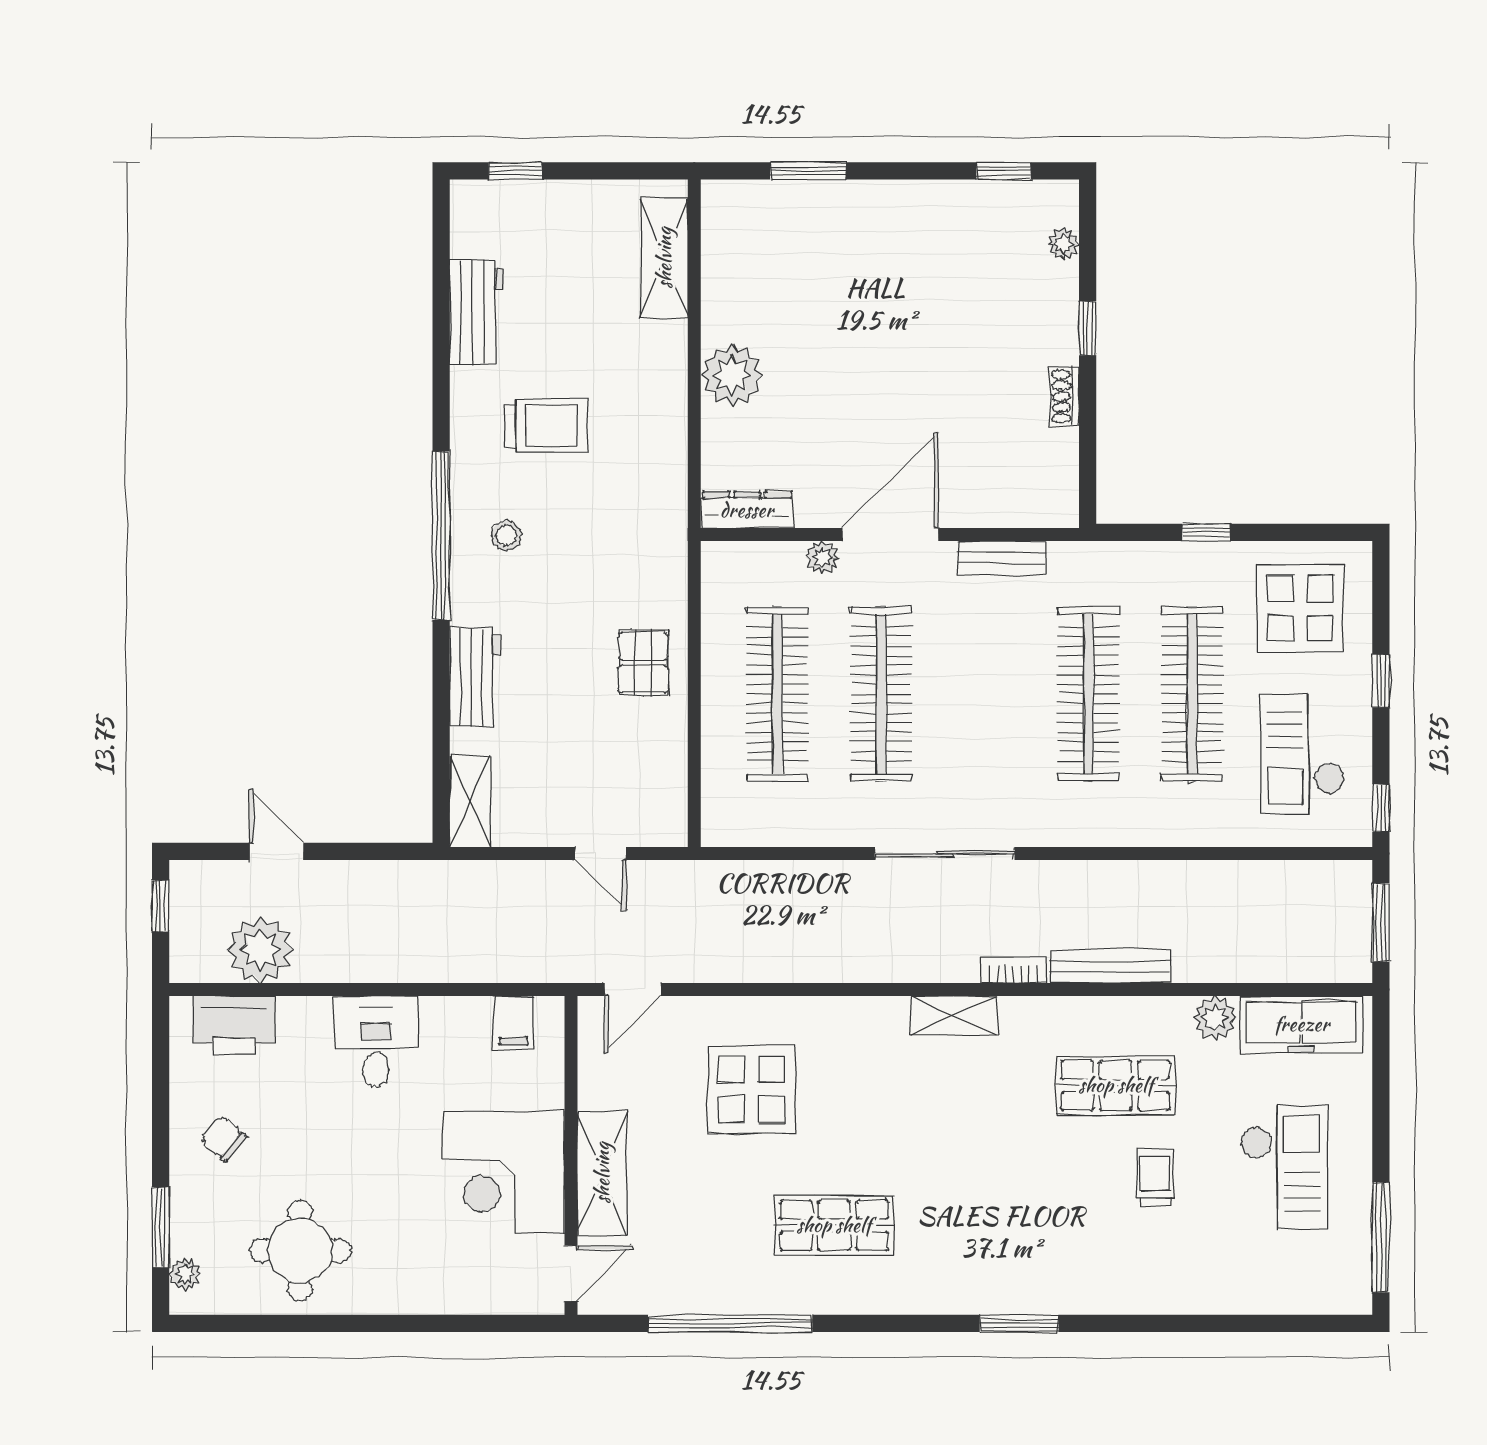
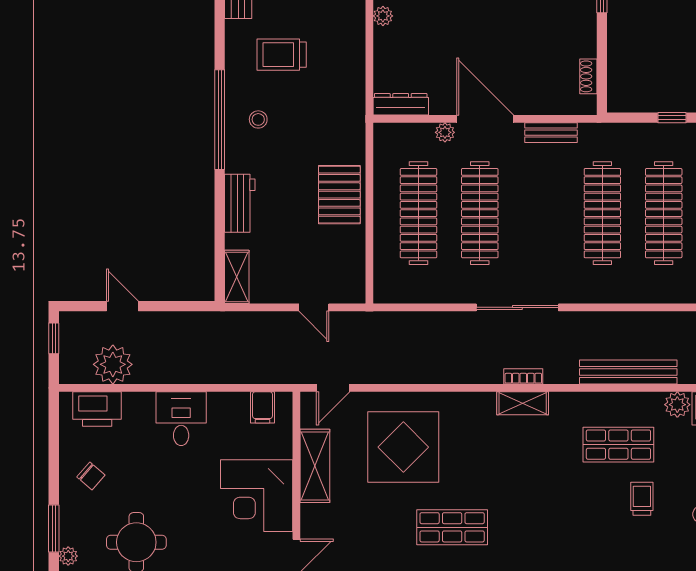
plant: (732, 375) -> (383, 16), width x0.53, depth x0.53
shoe rack: (1065, 396) -> (588, 76), moved
trolley: (546, 426) -> (282, 55), turned 180
door: (890, 535) -> (485, 119), hinge flipped
pallet: (643, 663) -> (339, 195), width x1.50, depth x1.42
bench: (1110, 966) -> (628, 372), width x1.37, depth x1.21
bookcase: (1014, 970) -> (523, 376), moved
display table: (752, 1090) -> (403, 447), width x1.36, depth x1.36
chair: (223, 1138) -> (91, 476), turned 180
shelving: (602, 1173) -> (315, 466), moved

